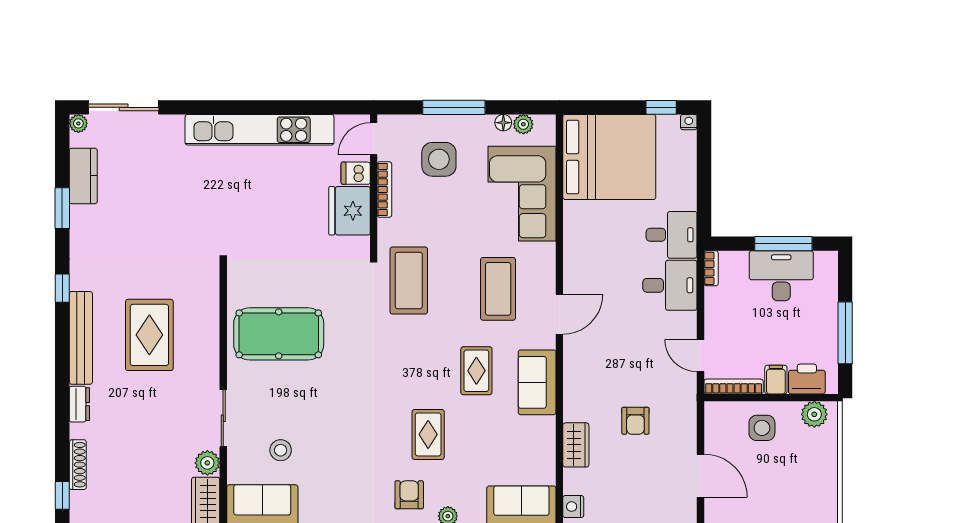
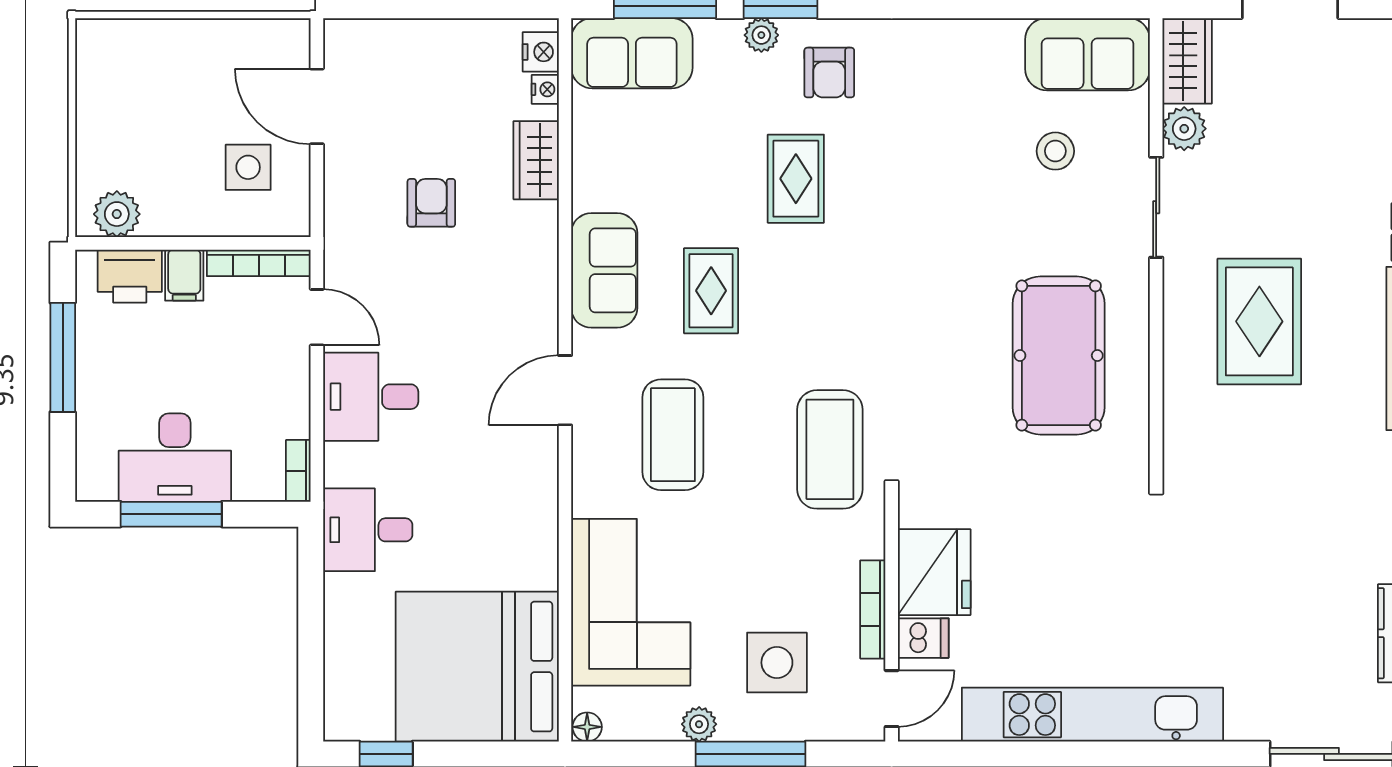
nightstand: (689, 122) -> (545, 89), moved, turned -90
floor lamp: (503, 123) -> (587, 727), moved
plant: (523, 124) -> (699, 724), moved
desk: (670, 285) -> (371, 397), moved
pool table: (279, 334) -> (1059, 355), turned 90
rug: (149, 335) -> (1259, 321), moved
side table: (762, 428) -> (248, 167), moved

